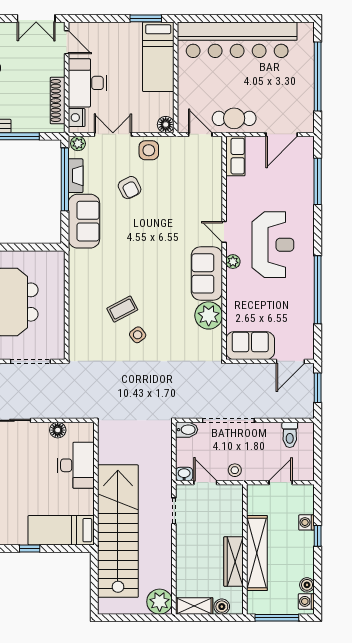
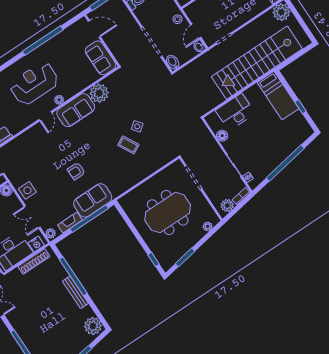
window: (65, 179) -> (89, 219), moved
armchair: (130, 188) -> (76, 171), moved, turned -153

